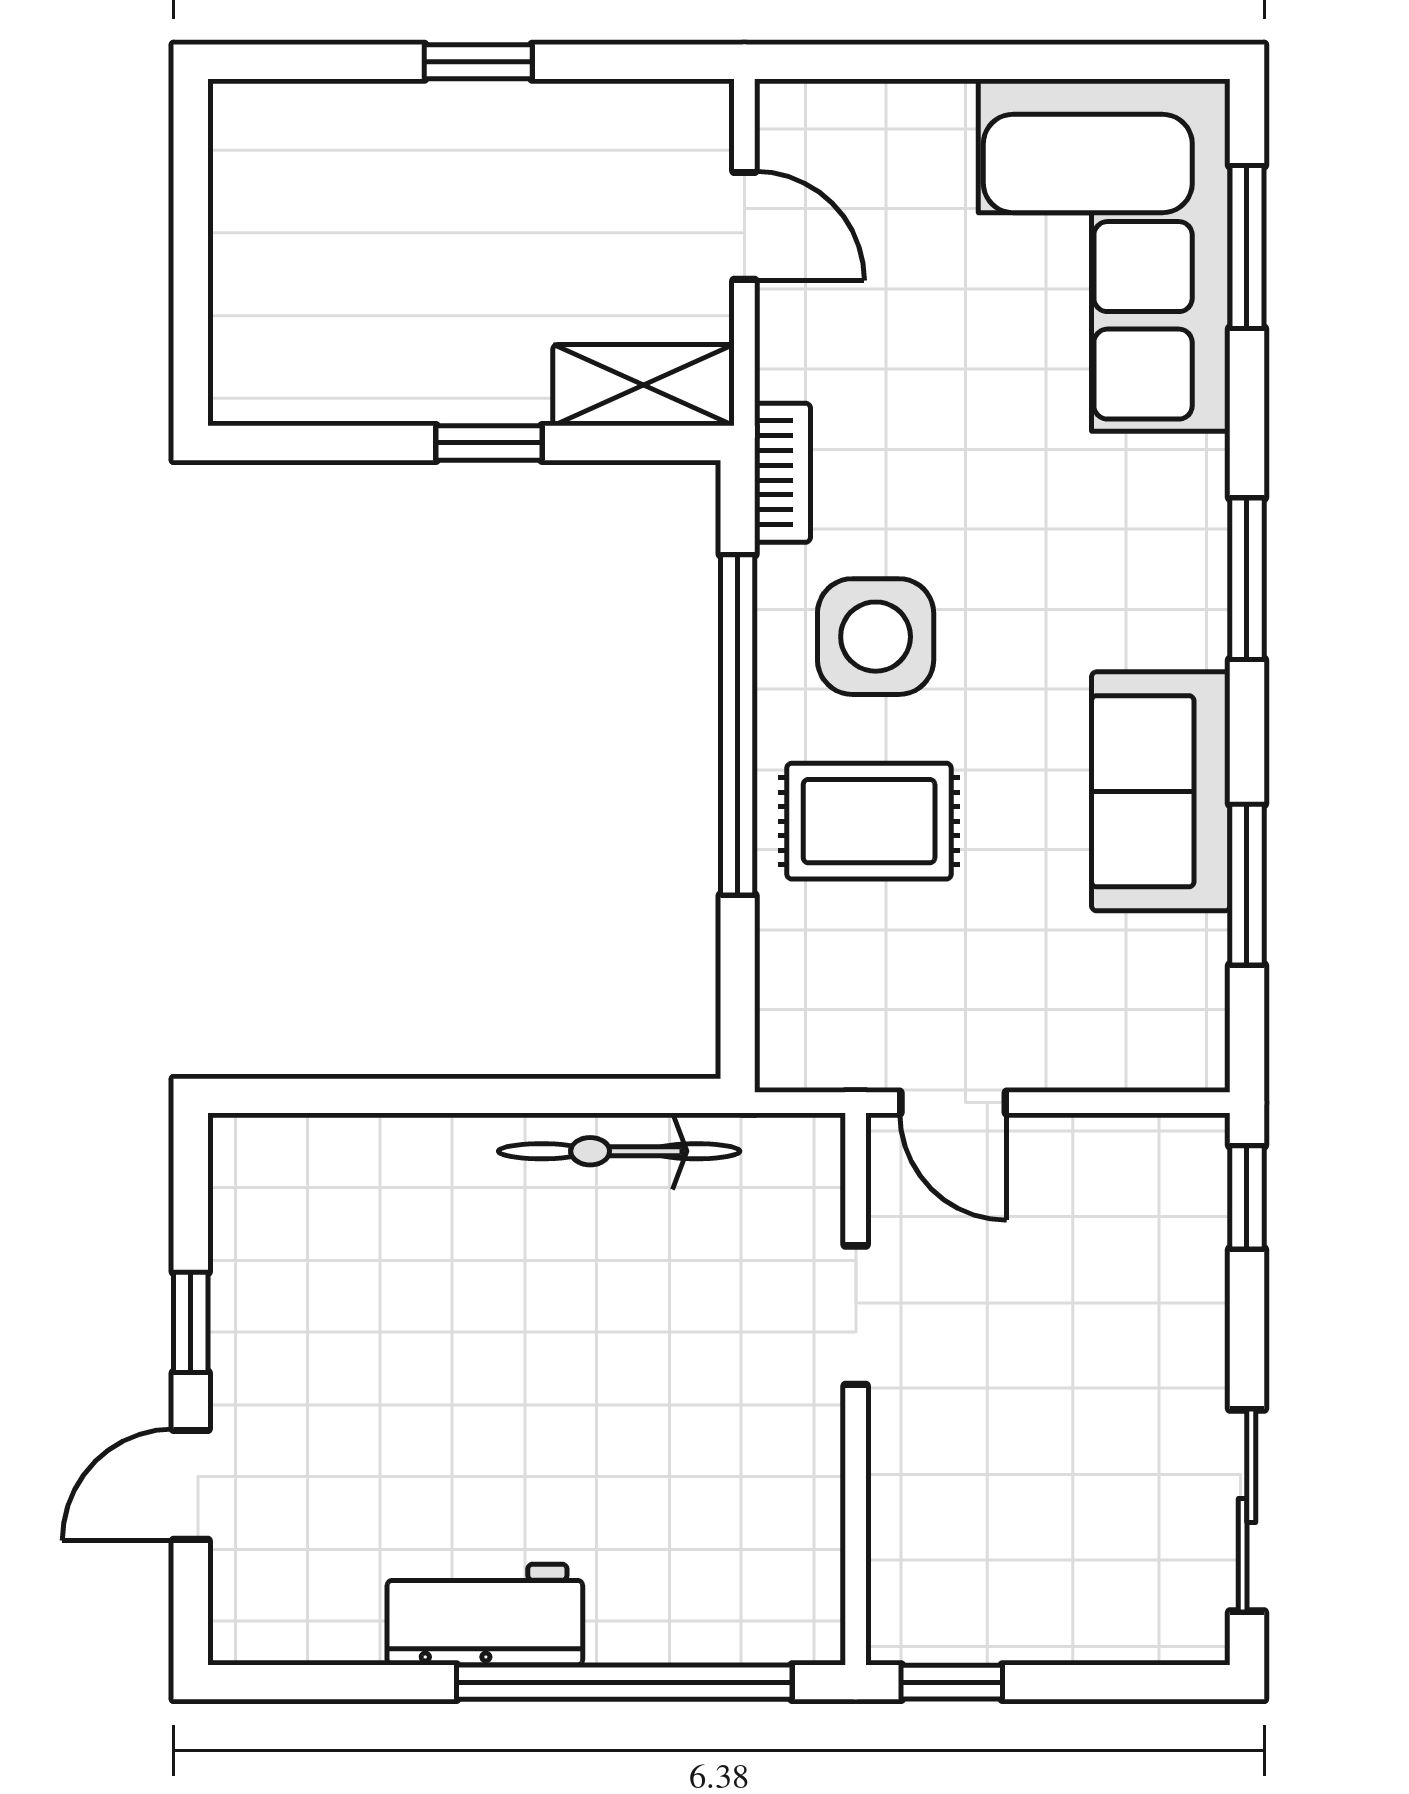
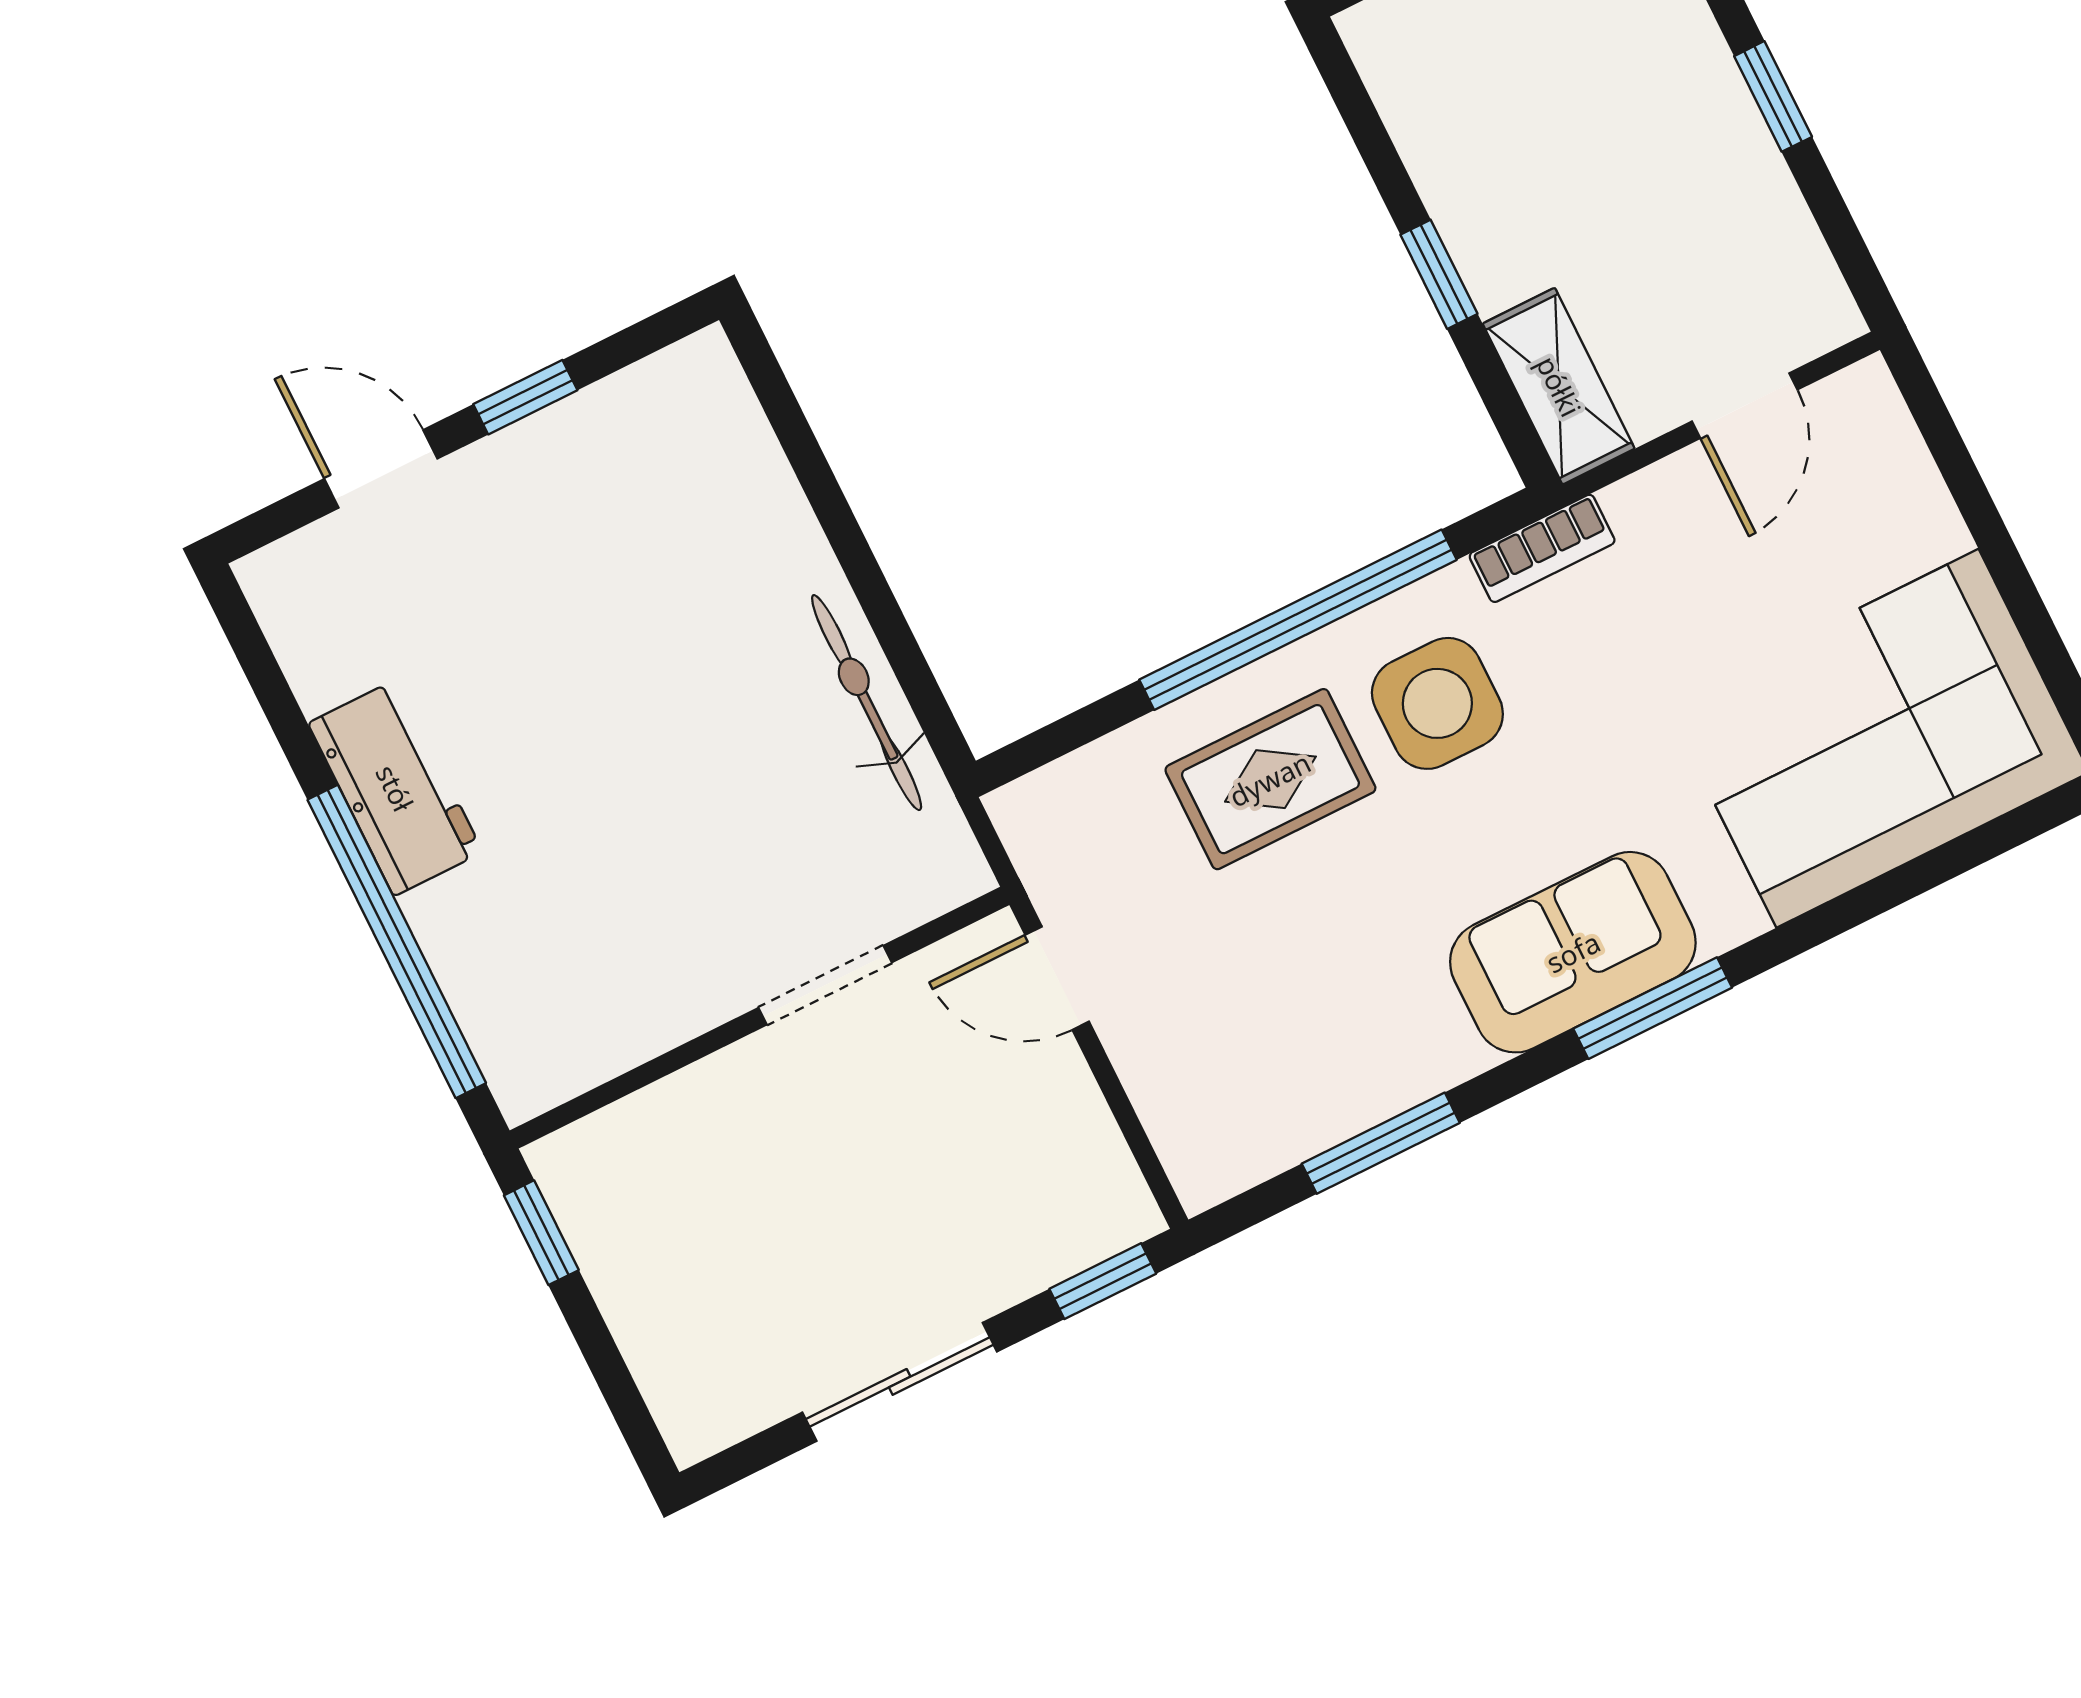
window: (1247, 247) -> (1948, 862), removed
sofa: (1161, 791) -> (1573, 952), moved
rug: (869, 821) -> (1270, 779), turned 90
door: (953, 1103) -> (1057, 978), hinge flipped
sliding door: (1247, 1510) -> (900, 1382), moved

